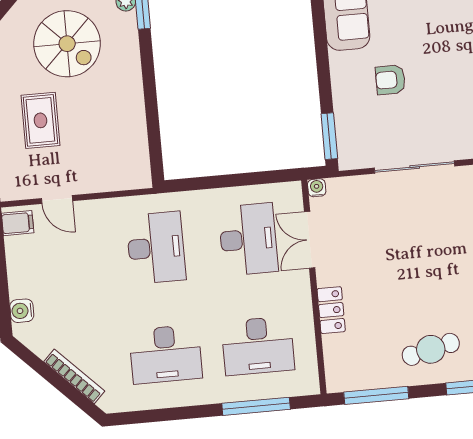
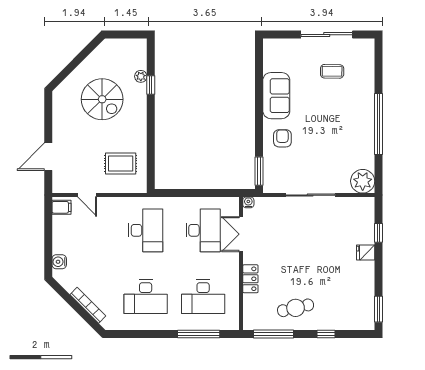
armchair: (390, 80) -> (282, 138), moved, turned 90
rug: (40, 120) -> (121, 164), moved, turned 90
cafe table: (431, 349) -> (296, 308), moved

